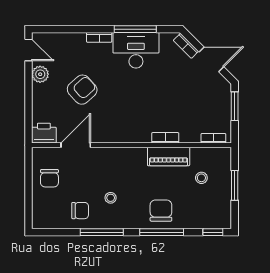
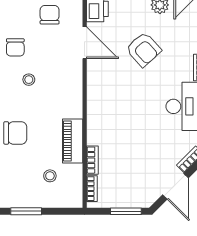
bookcase: (165, 138) -> (92, 160), moved
chair: (49, 178) -> (50, 15), turned 90
window: (235, 185) -> (26, 211), moved

